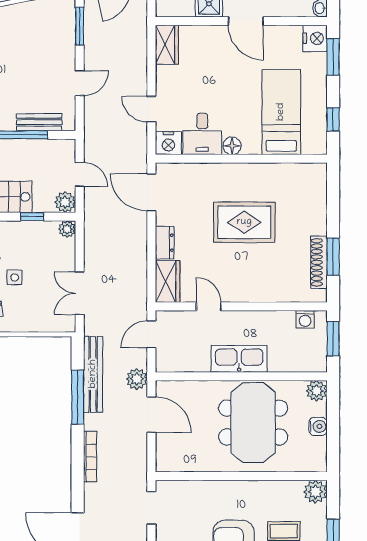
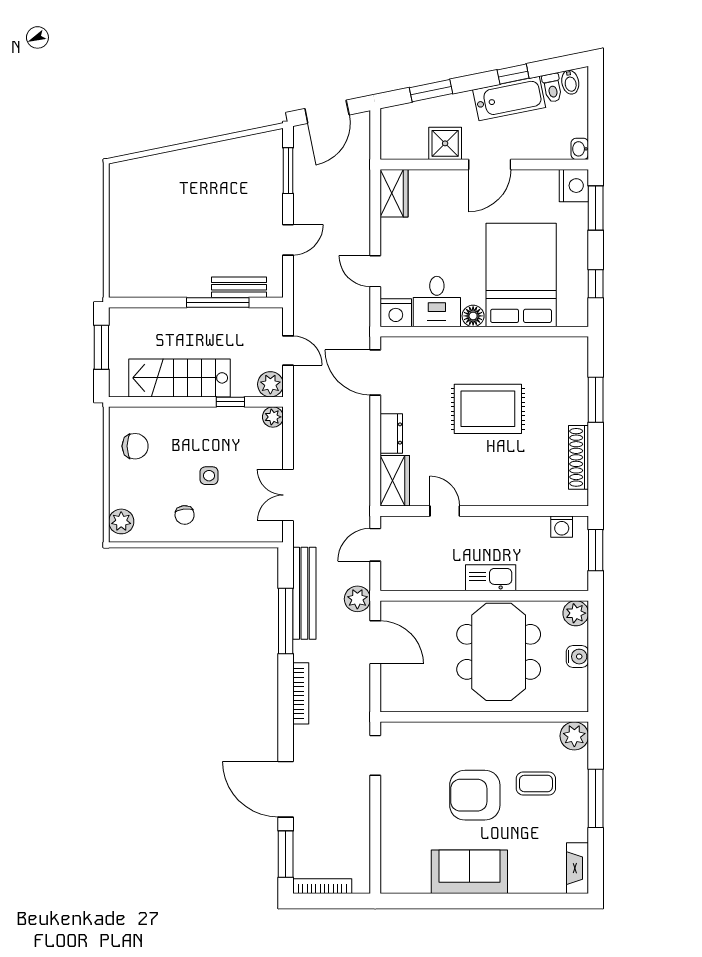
door: (246, 21) -> (490, 164), hinge flipped
bed: (281, 112) -> (521, 275), width x1.50
window: (333, 257) -> (596, 400), moved
kitchen sink: (239, 359) -> (491, 578), width x0.73, depth x0.81

